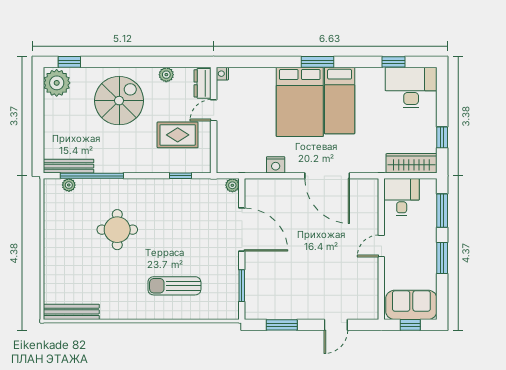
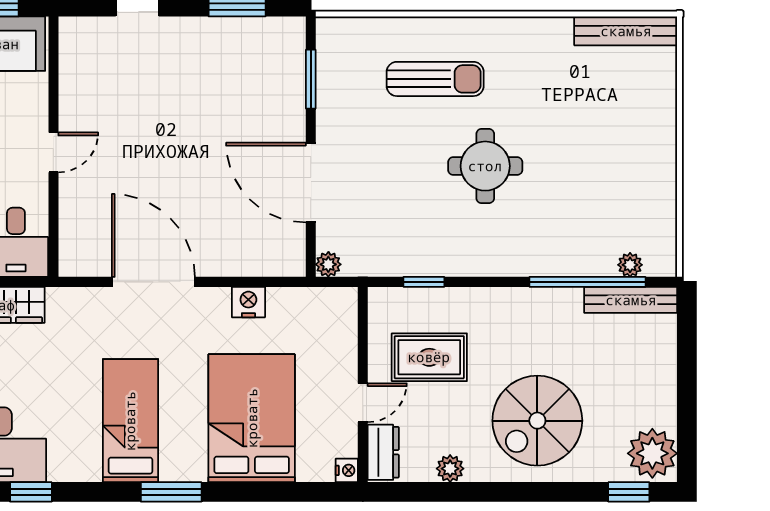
bed: (300, 102) -> (252, 418), moved
round table: (117, 230) -> (485, 166), moved

